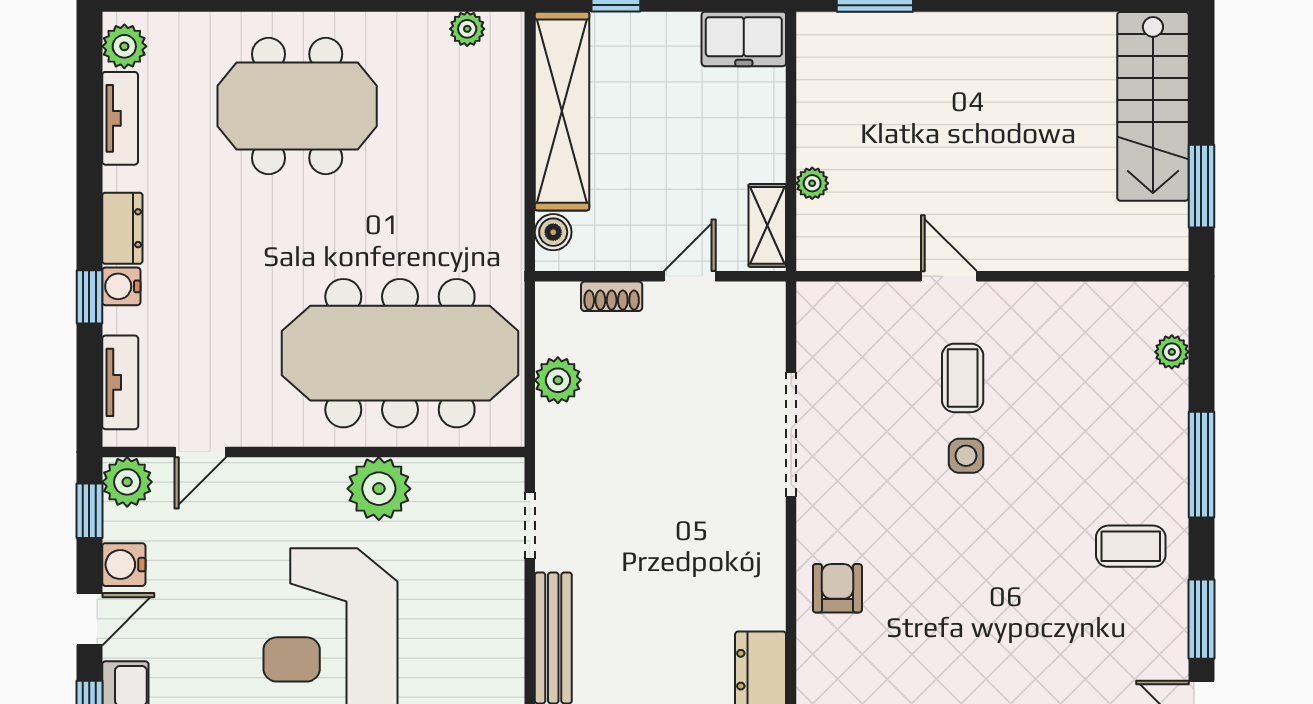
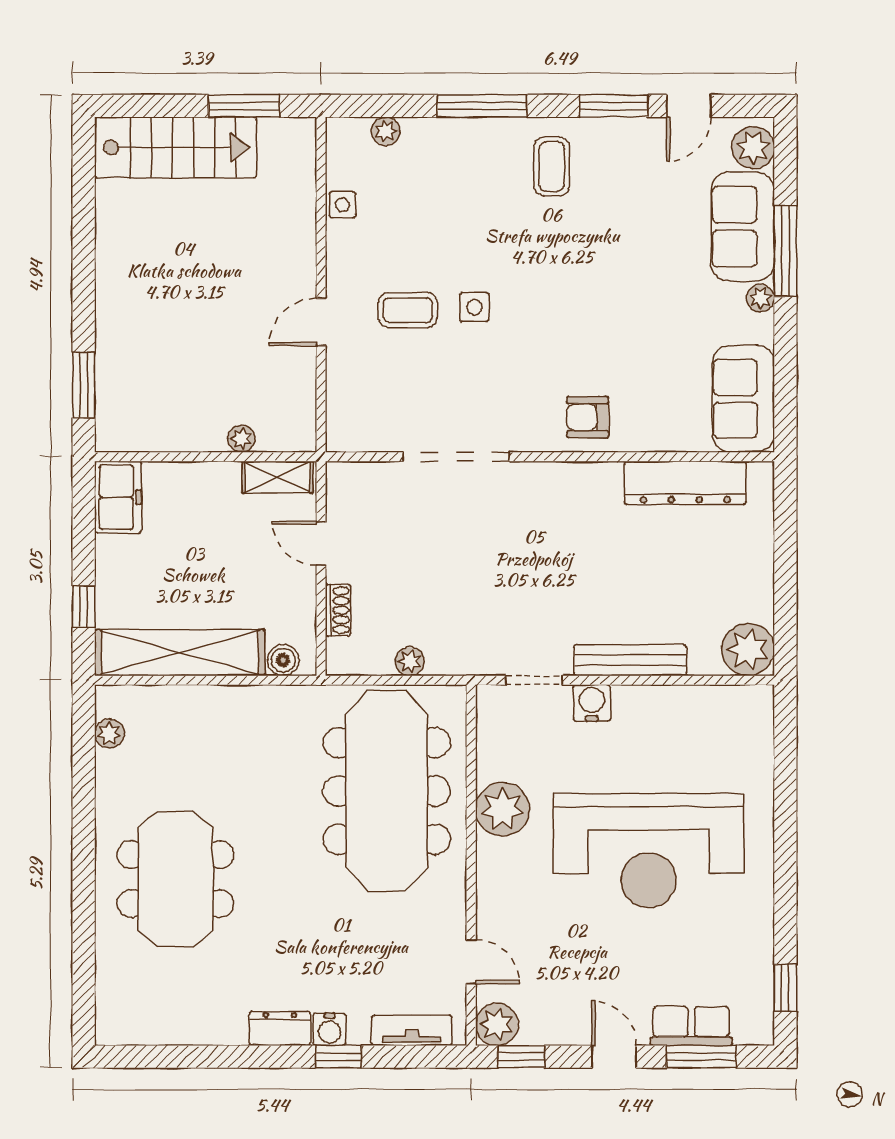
plant: (124, 46) -> (124, 1027), removed
tv unit: (120, 118) -> (186, 1030), removed
side table: (1086, 301) -> (342, 205), added
plant: (558, 380) -> (410, 661), width x0.73, depth x0.73
water cooler: (124, 565) -> (592, 703), moved, turned 180

